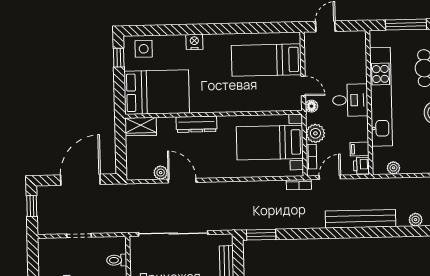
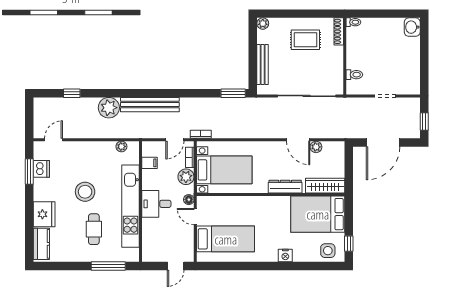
wardrobe: (141, 127) -> (325, 186), width x1.50
printer: (361, 166) -> (148, 149), removed
plant: (416, 220) -> (109, 108), width x1.88, depth x1.88

